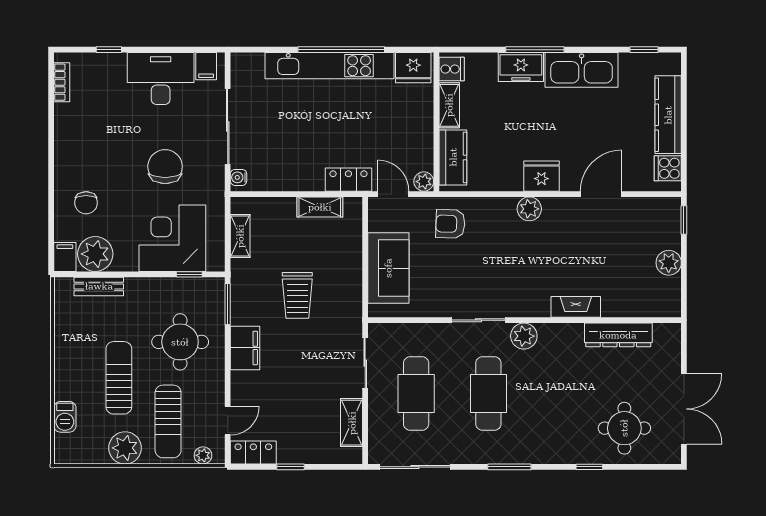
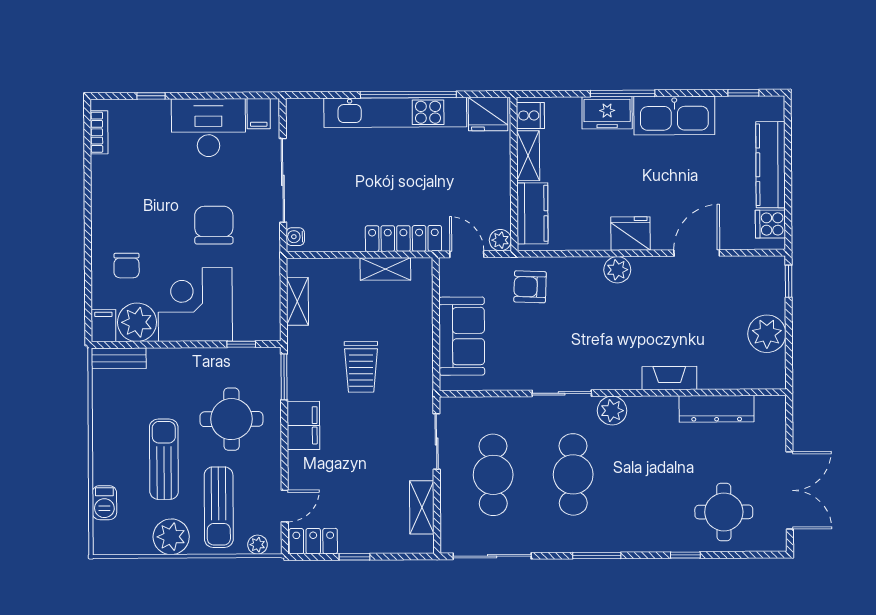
locker: (348, 180) -> (403, 238), width x1.53
corner desk: (172, 238) -> (195, 305), moved
plant: (669, 263) -> (767, 334), width x1.36, depth x1.36
bench: (99, 286) -> (119, 358), moved

